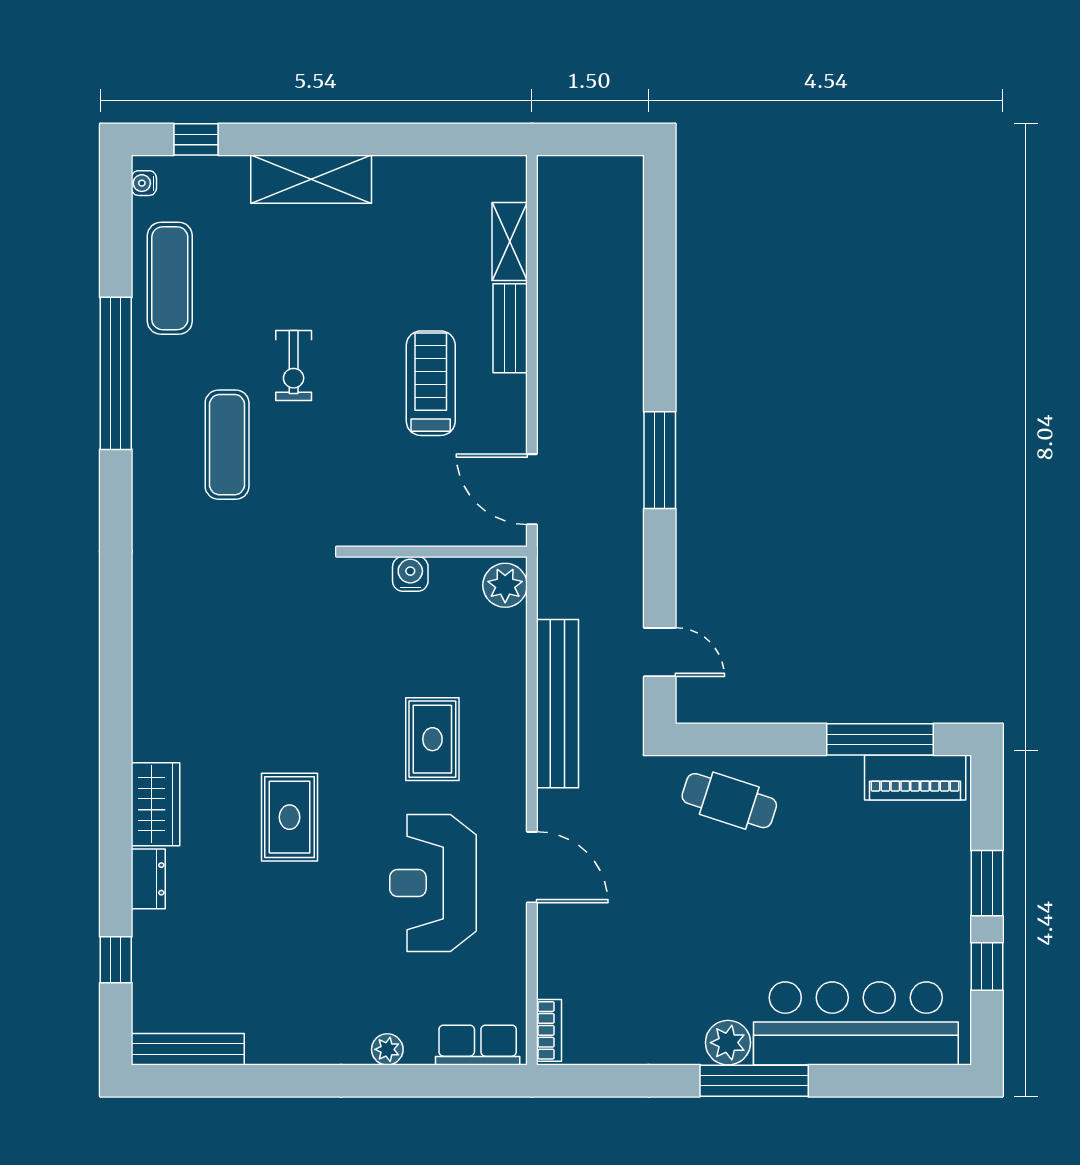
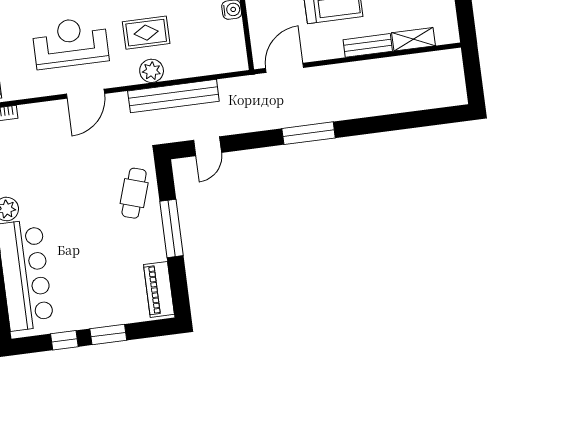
plant: (505, 585) -> (152, 71), moved
window: (880, 739) -> (171, 228), moved

